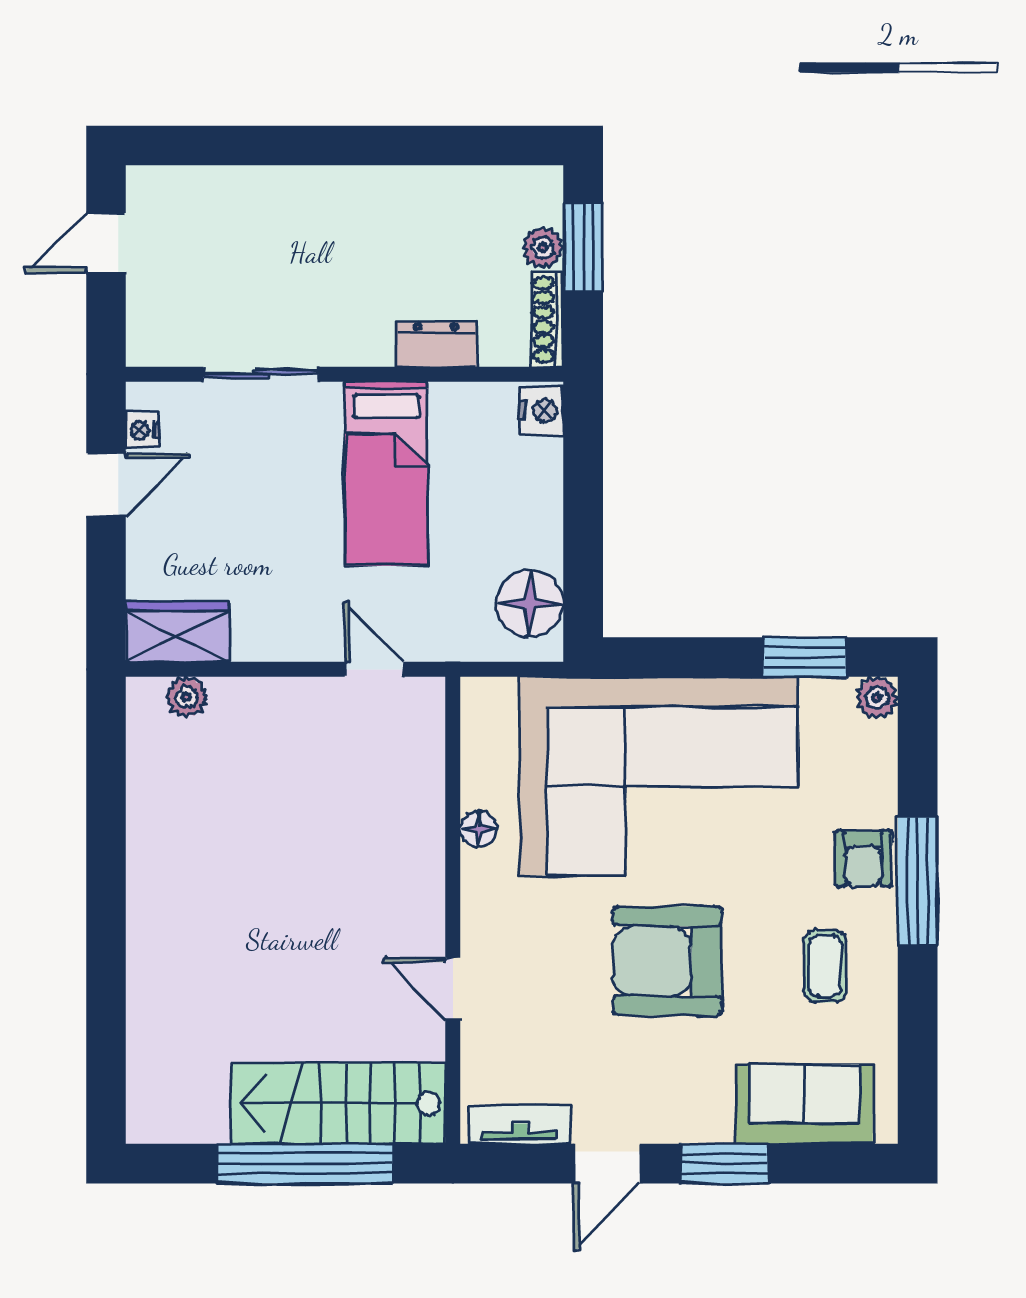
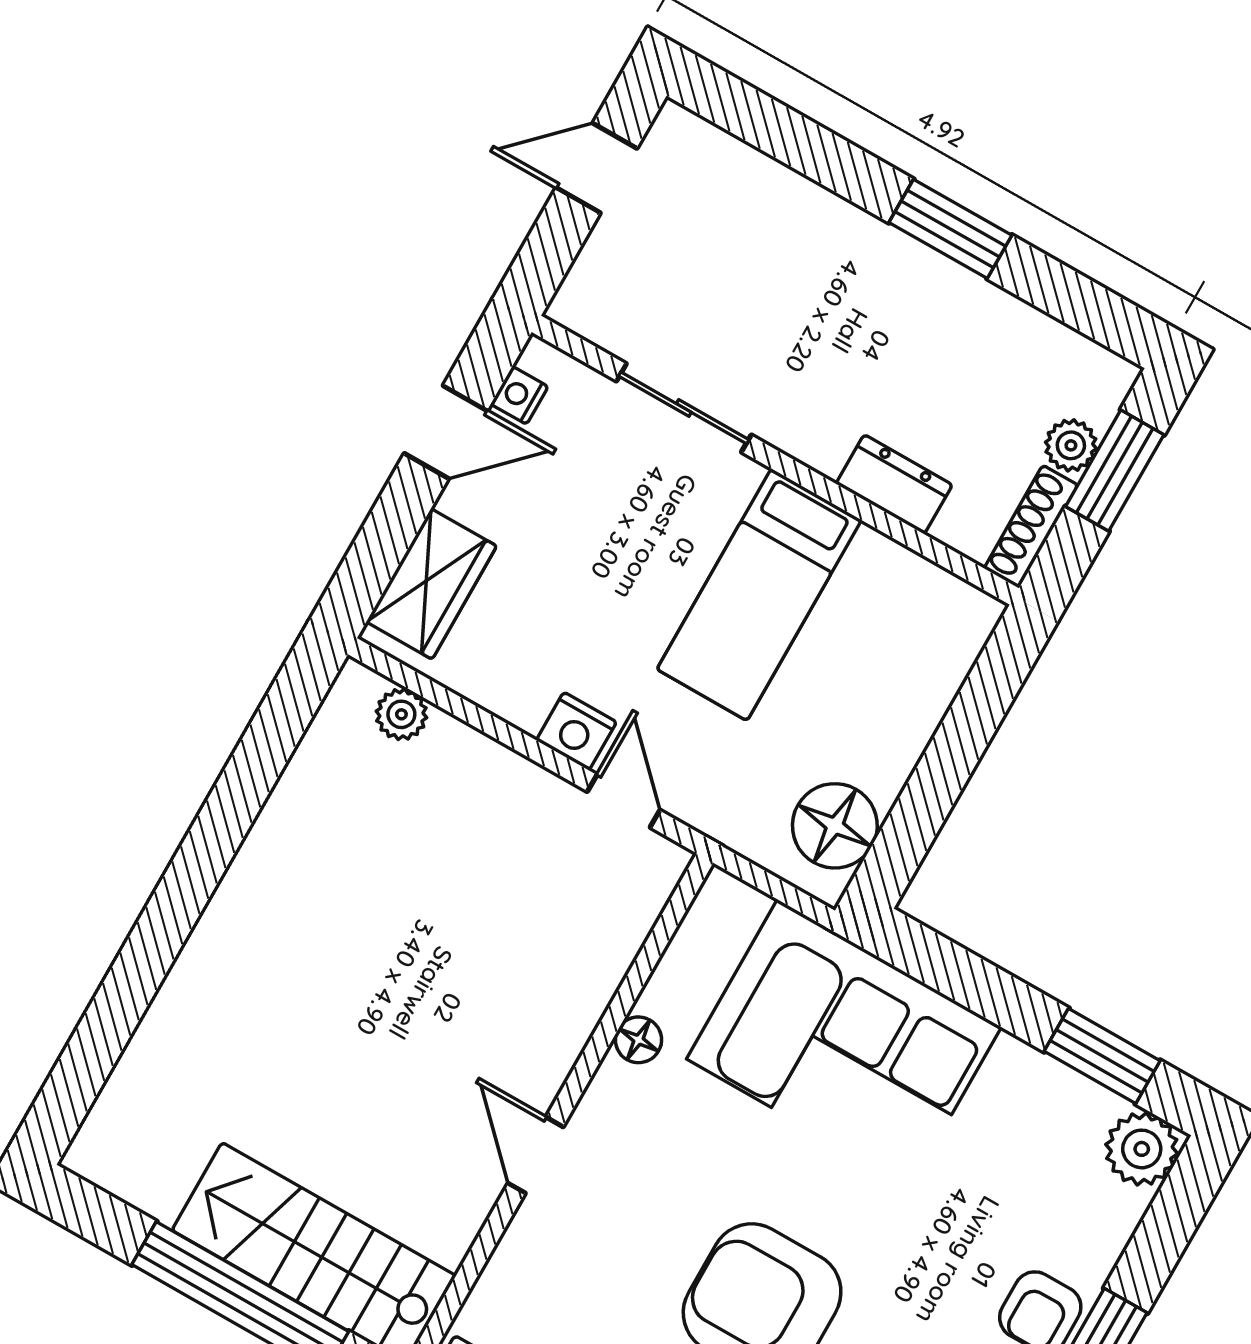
window: (374, 146) -> (950, 229), added
nightstand: (541, 411) -> (576, 731), moved, turned 90
wardrobe: (178, 632) -> (431, 584), moved, turned 90
plant: (877, 698) -> (1142, 1149), width x1.38, depth x1.38
corner sofa: (659, 776) -> (844, 1043), width x0.73, depth x0.74
door: (453, 989) -> (536, 1155), moved

